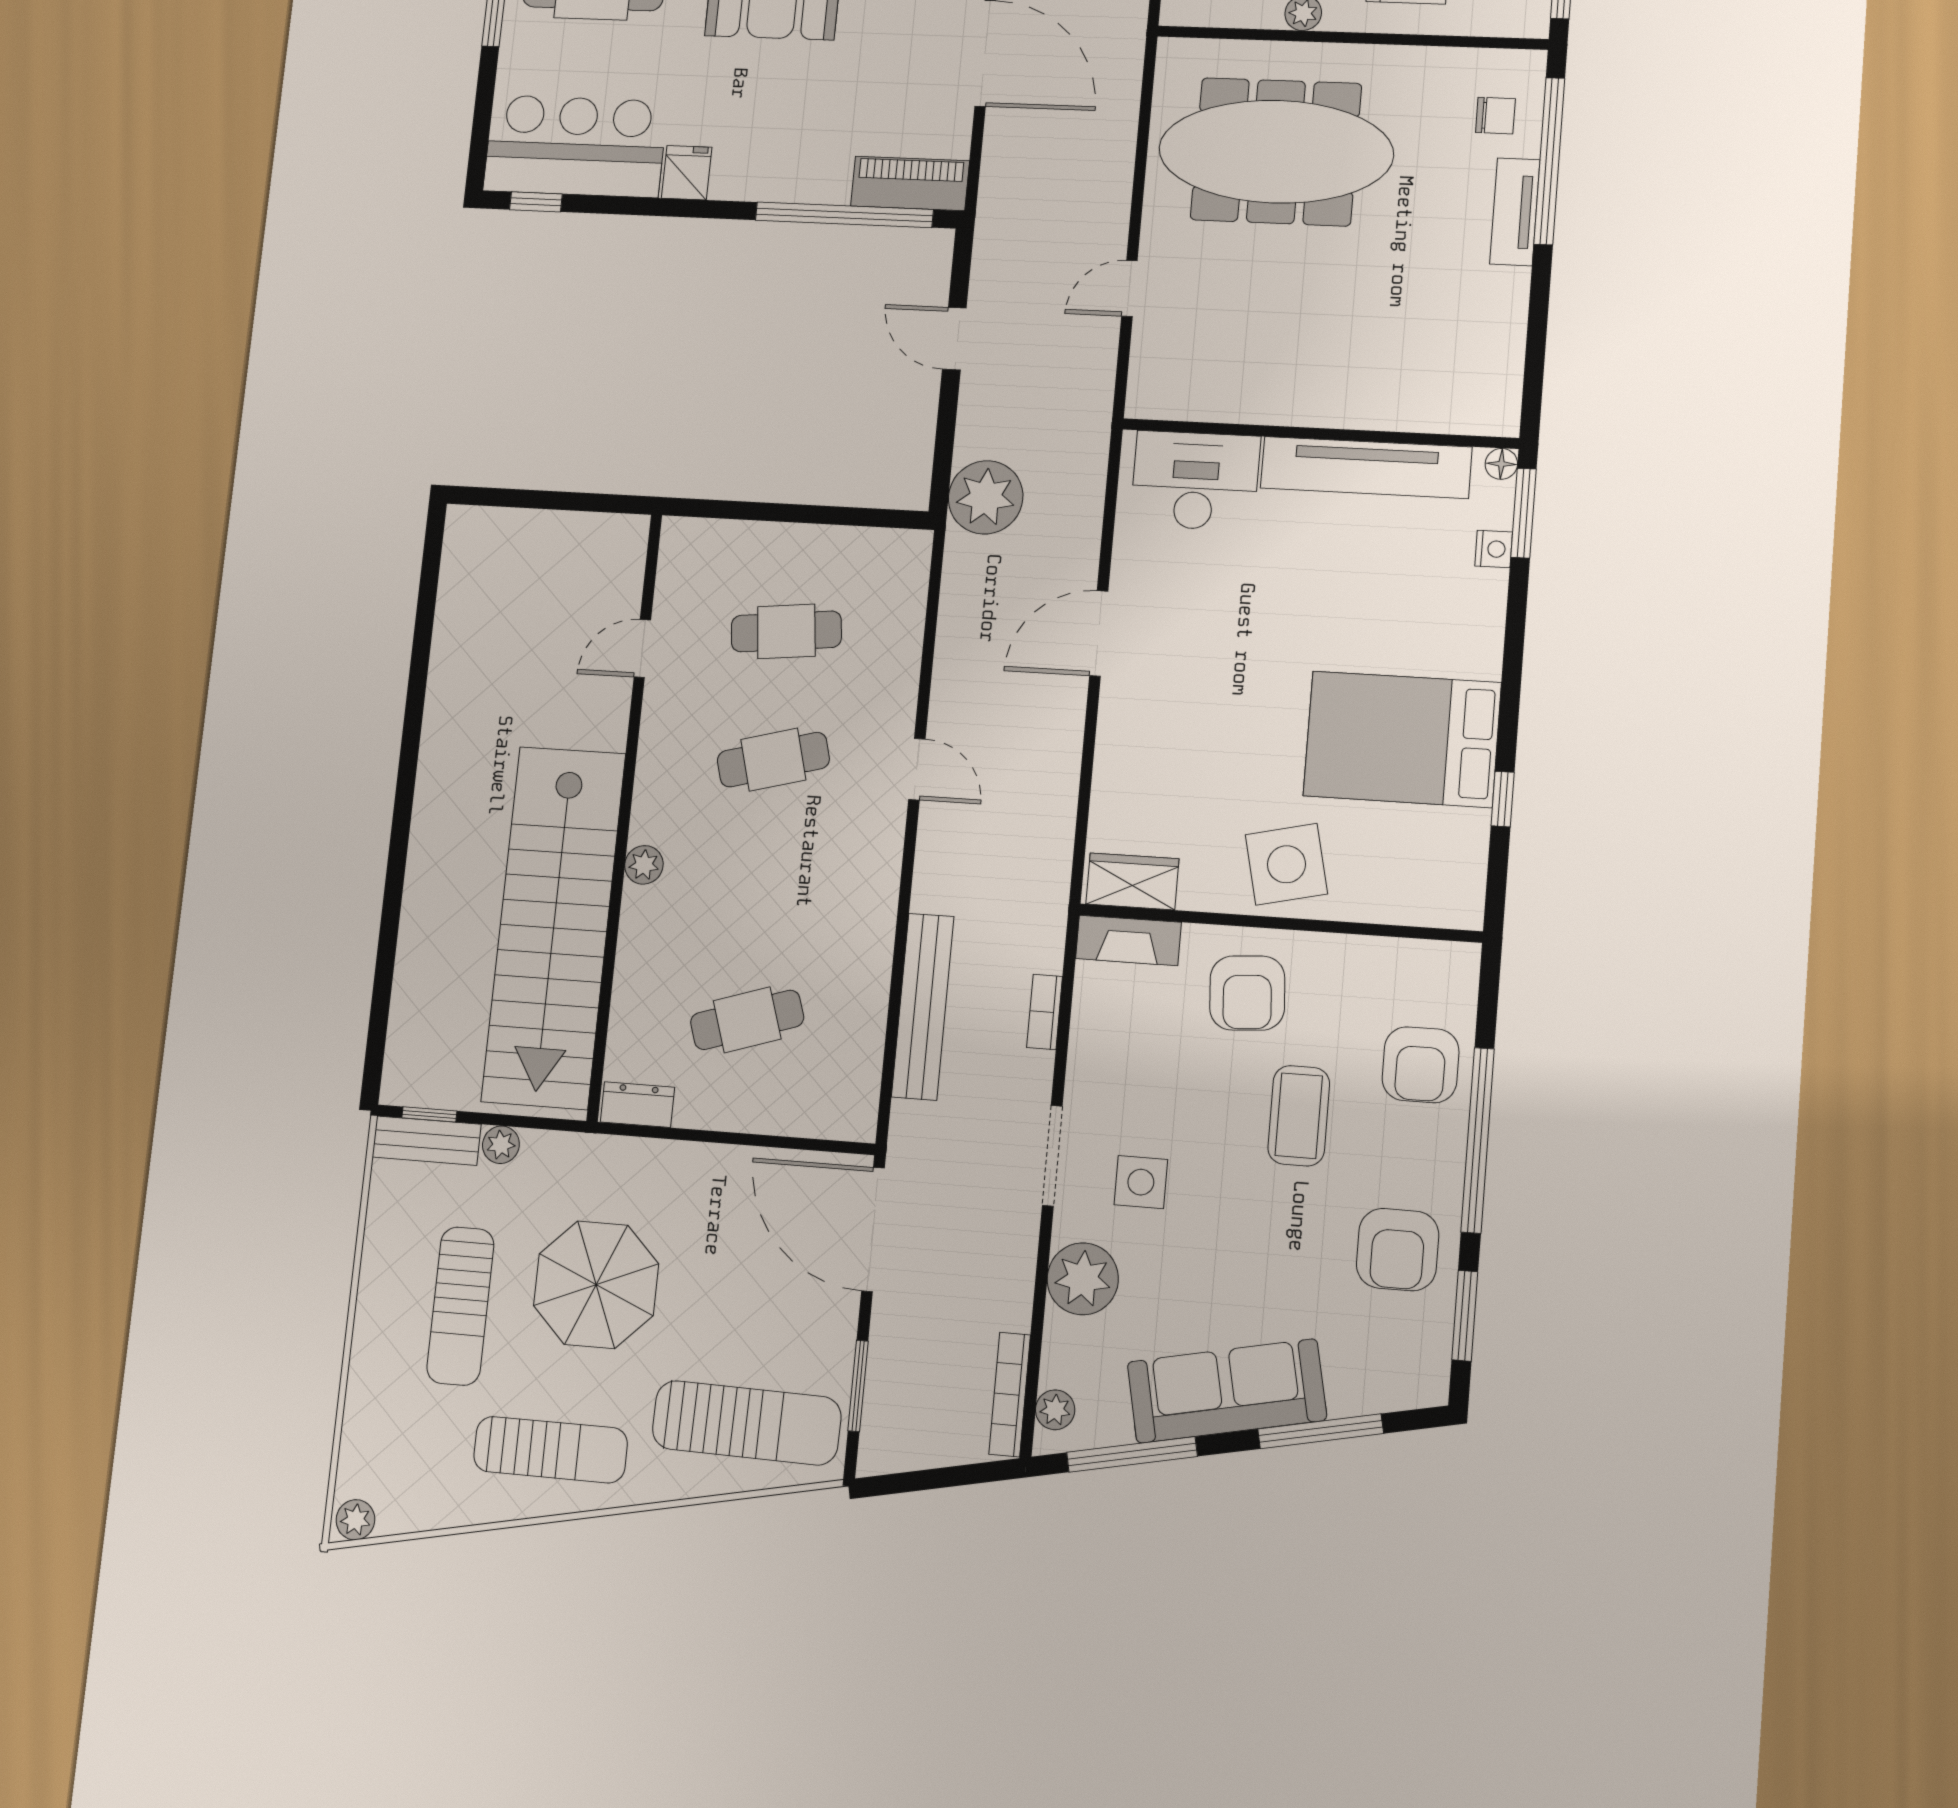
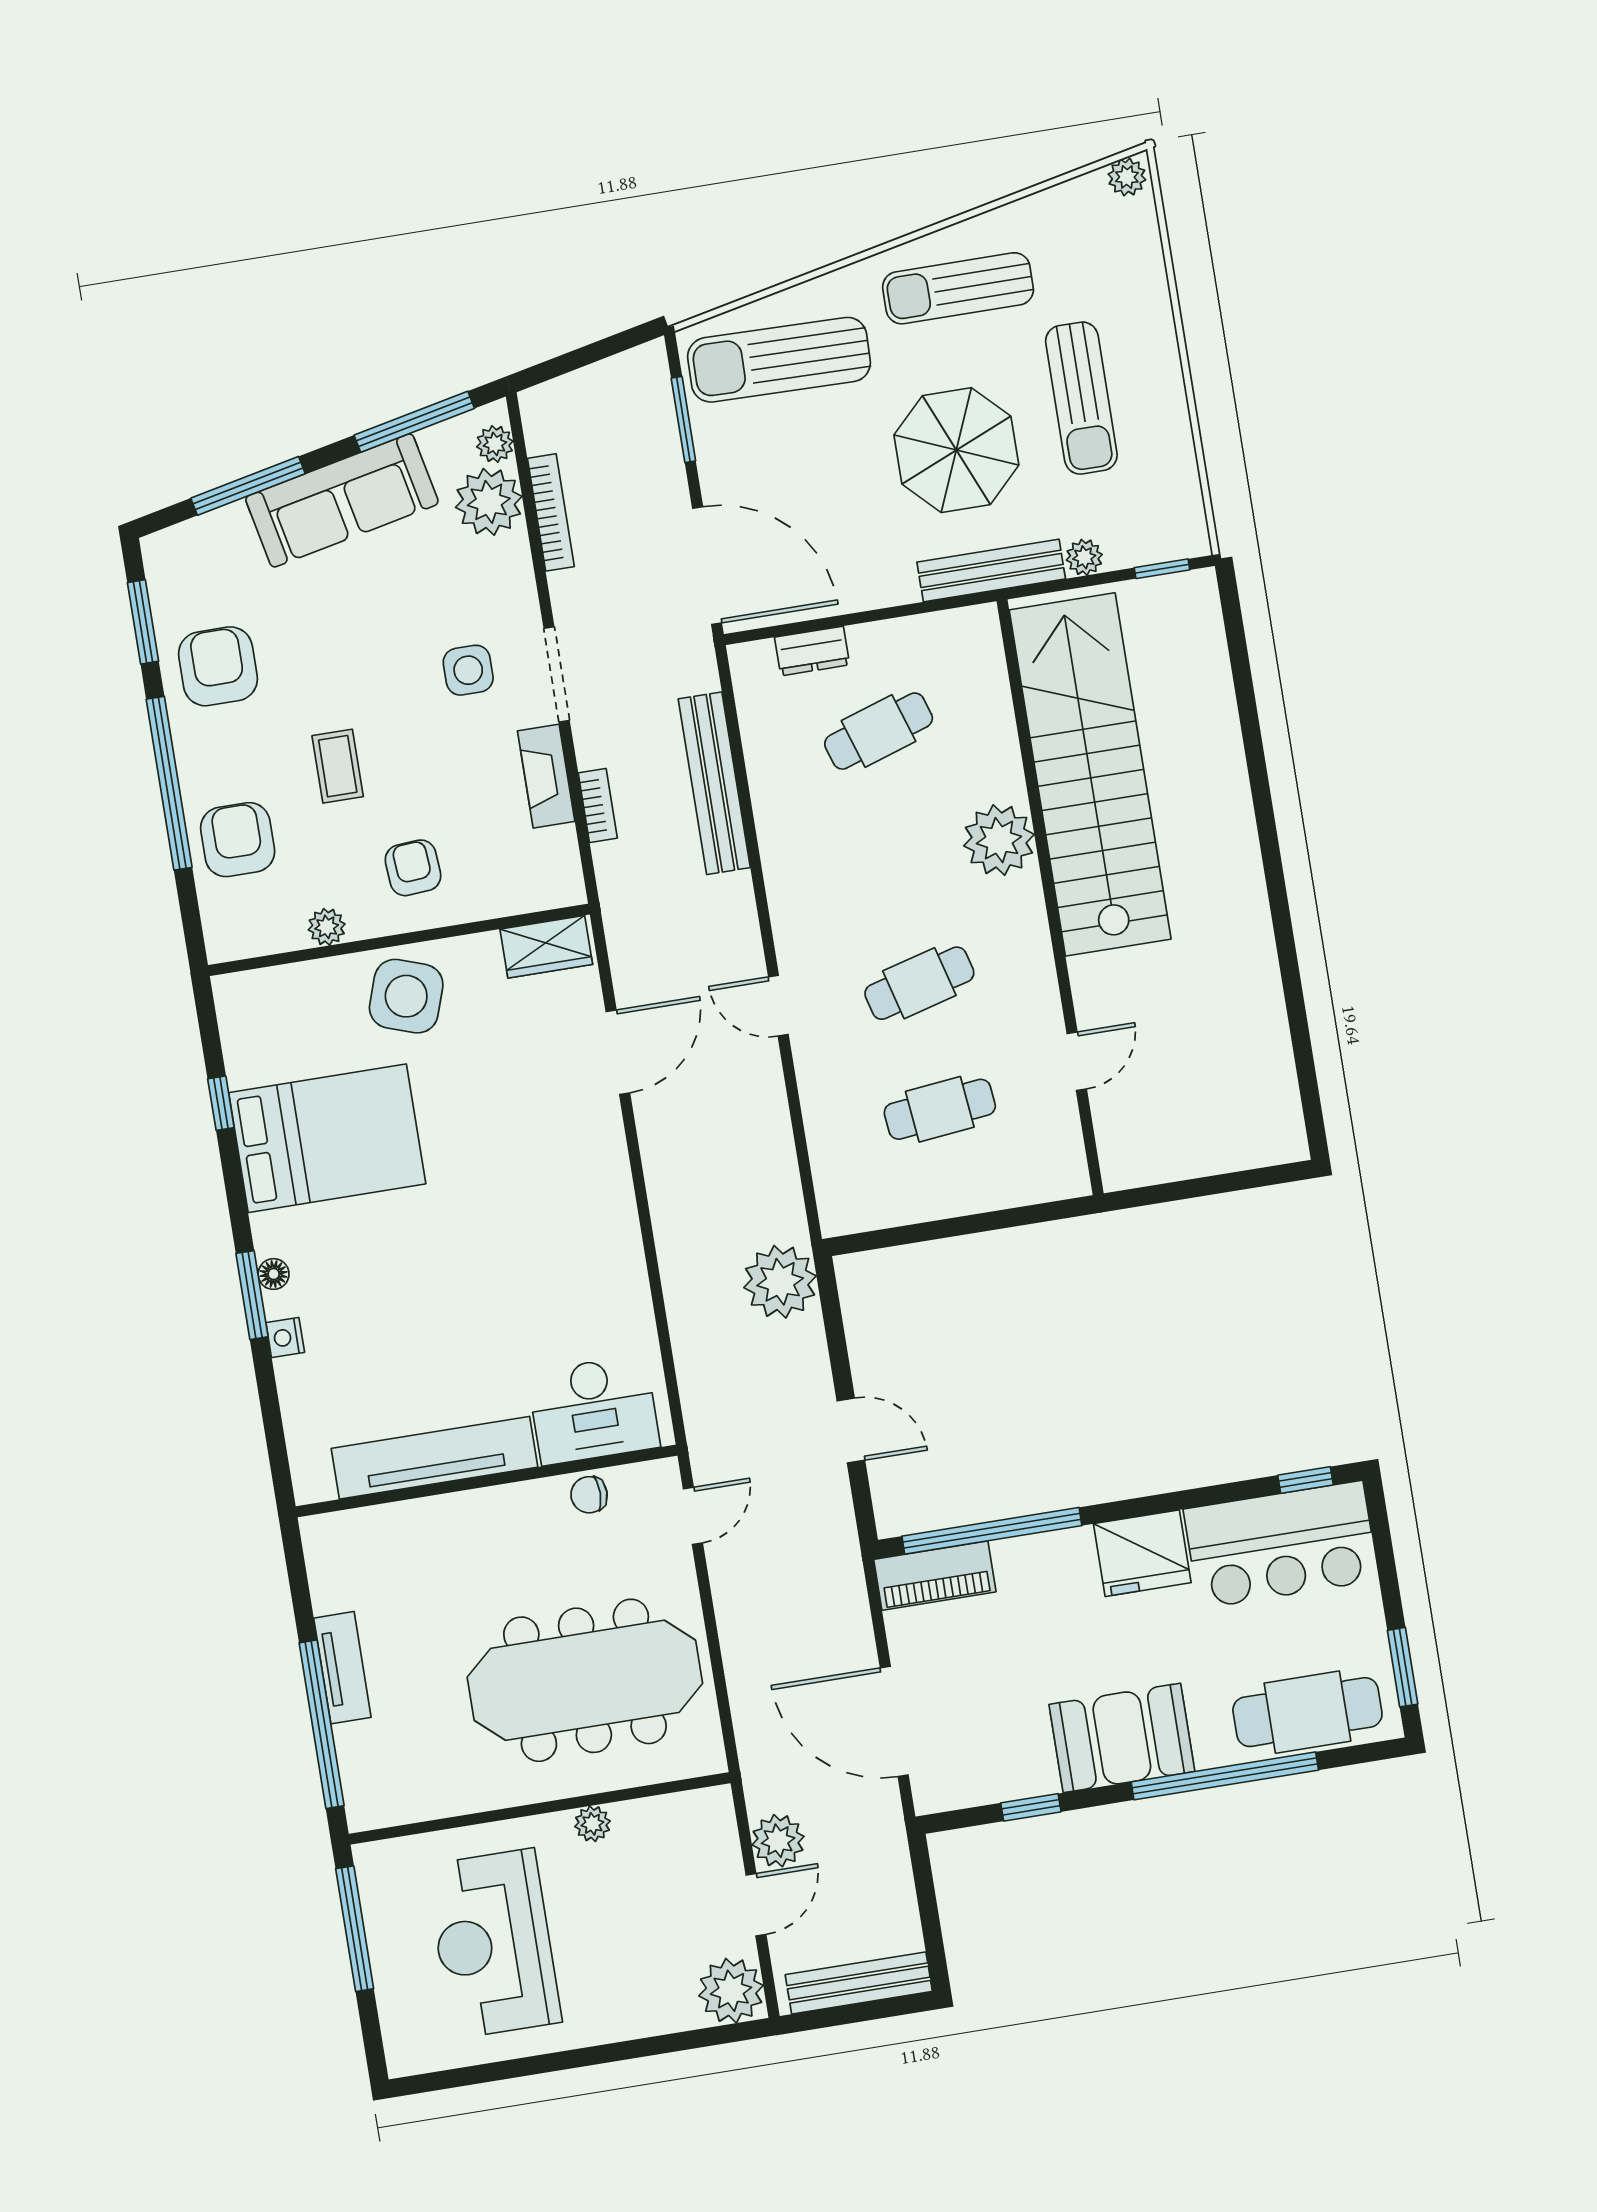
chair: (1495, 116) -> (589, 1495), moved
fridge: (687, 173) -> (1142, 1553), width x1.88, depth x1.34
wall: (1319, 434) -> (487, 1481), moved
floor lamp: (1501, 464) -> (274, 1274), moved
tv unit: (1366, 467) -> (435, 1458), moved
desk: (1195, 481) -> (594, 1410), moved
window: (1524, 513) -> (252, 1295), moved
door: (1099, 633) -> (618, 1052), moved
side table: (1286, 864) -> (406, 996), turned 32
plant: (644, 865) -> (999, 840), width x1.88, depth x1.88
fireplace: (1128, 940) -> (546, 776), moved, turned -90
plant: (1350, 954) -> (327, 927), added
armchair: (1247, 993) -> (413, 868), width x0.72, depth x0.72
dresser: (637, 1105) -> (812, 651), moved
coffee table: (1299, 1116) -> (338, 766), width x0.73, depth x0.77
bench: (427, 1141) -> (991, 570), moved, width x1.36
plant: (1083, 1279) -> (489, 502), moved
sun lounger: (460, 1306) -> (1081, 398), turned 180
bookcase: (1010, 1394) -> (551, 512), moved

